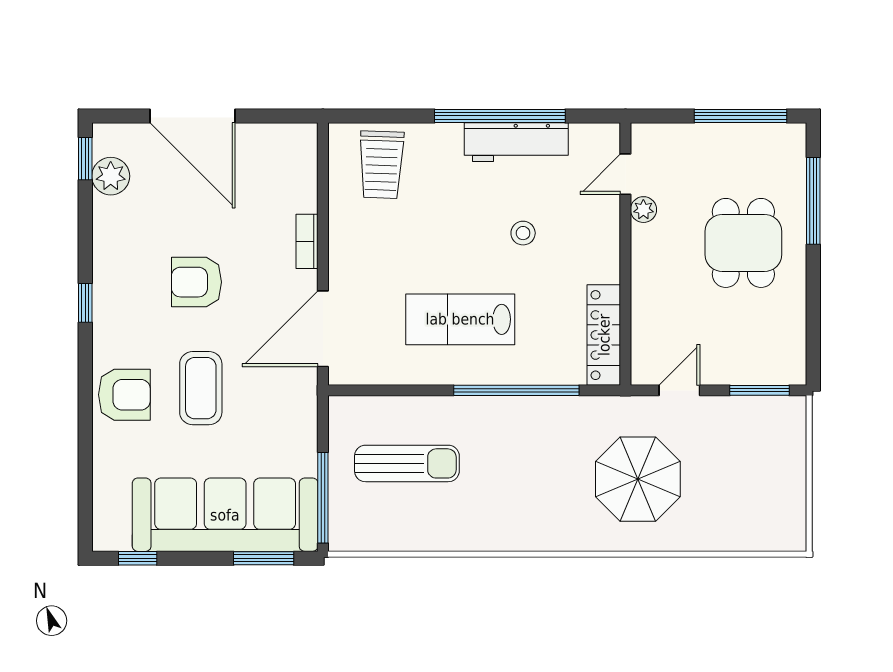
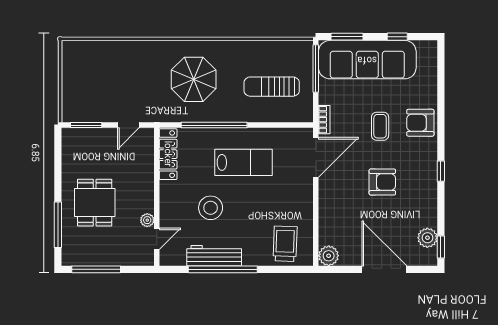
plant: (299, 142) -> (329, 256), added
stool: (523, 233) -> (211, 208), width x1.89, depth x1.89
bookcase: (307, 241) -> (324, 120), moved
coffee table: (201, 388) -> (380, 126), width x0.73, depth x0.77
parasol: (638, 479) -> (194, 79), moved
window: (138, 558) -> (397, 37), moved

